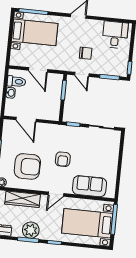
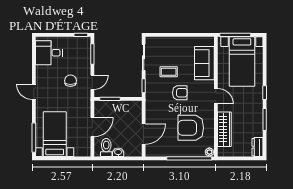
coffee table: (85, 150) -> (169, 72), added
armchair: (27, 166) -> (191, 128), turned -90
plant: (31, 230) -> (255, 118), removed

